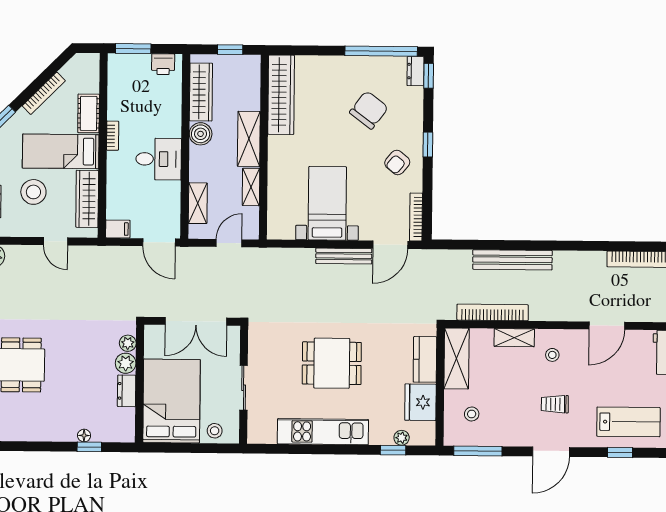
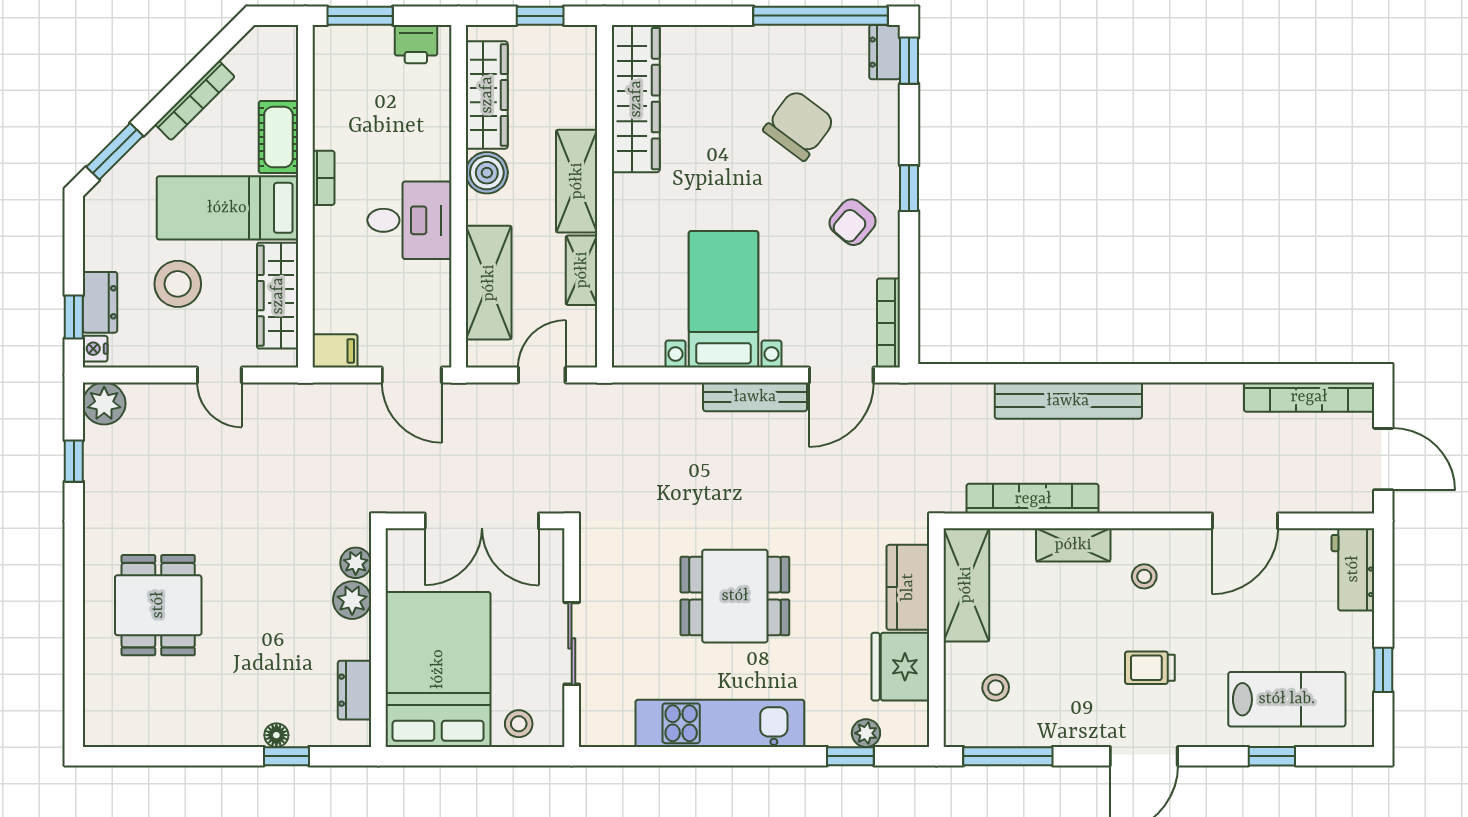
shelving: (198, 203) -> (489, 283), width x1.50, depth x1.33
dresser: (127, 391) -> (354, 690), moved

